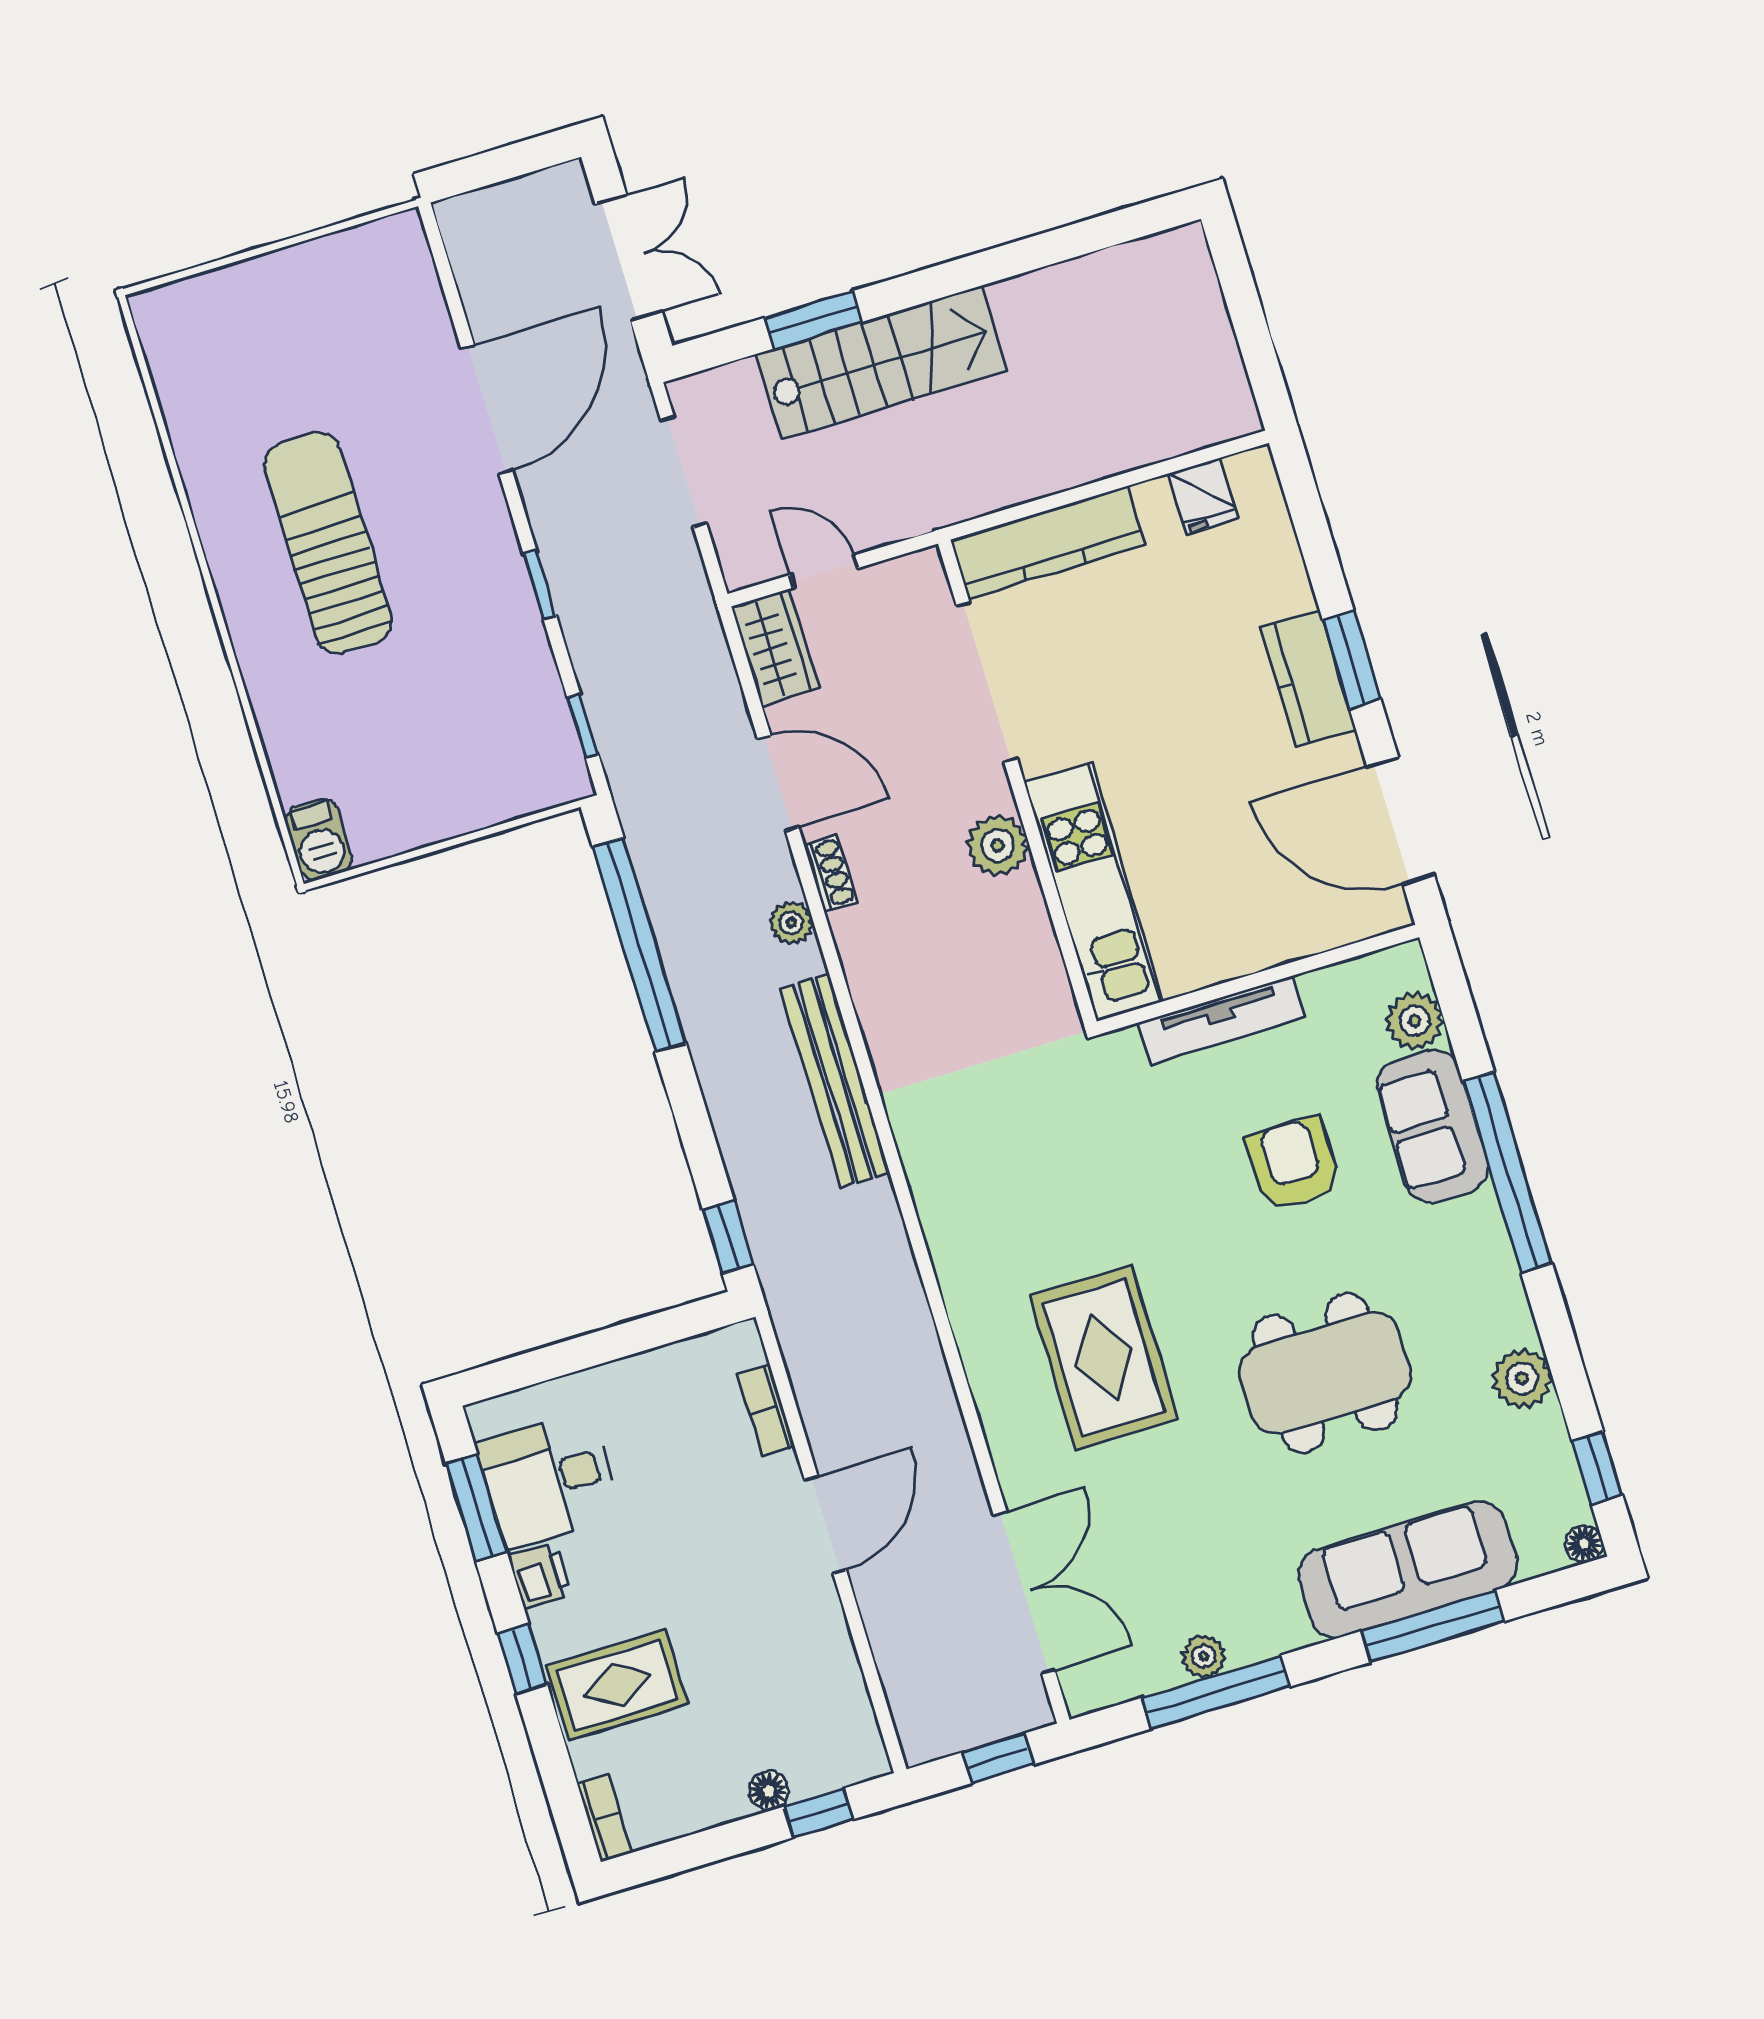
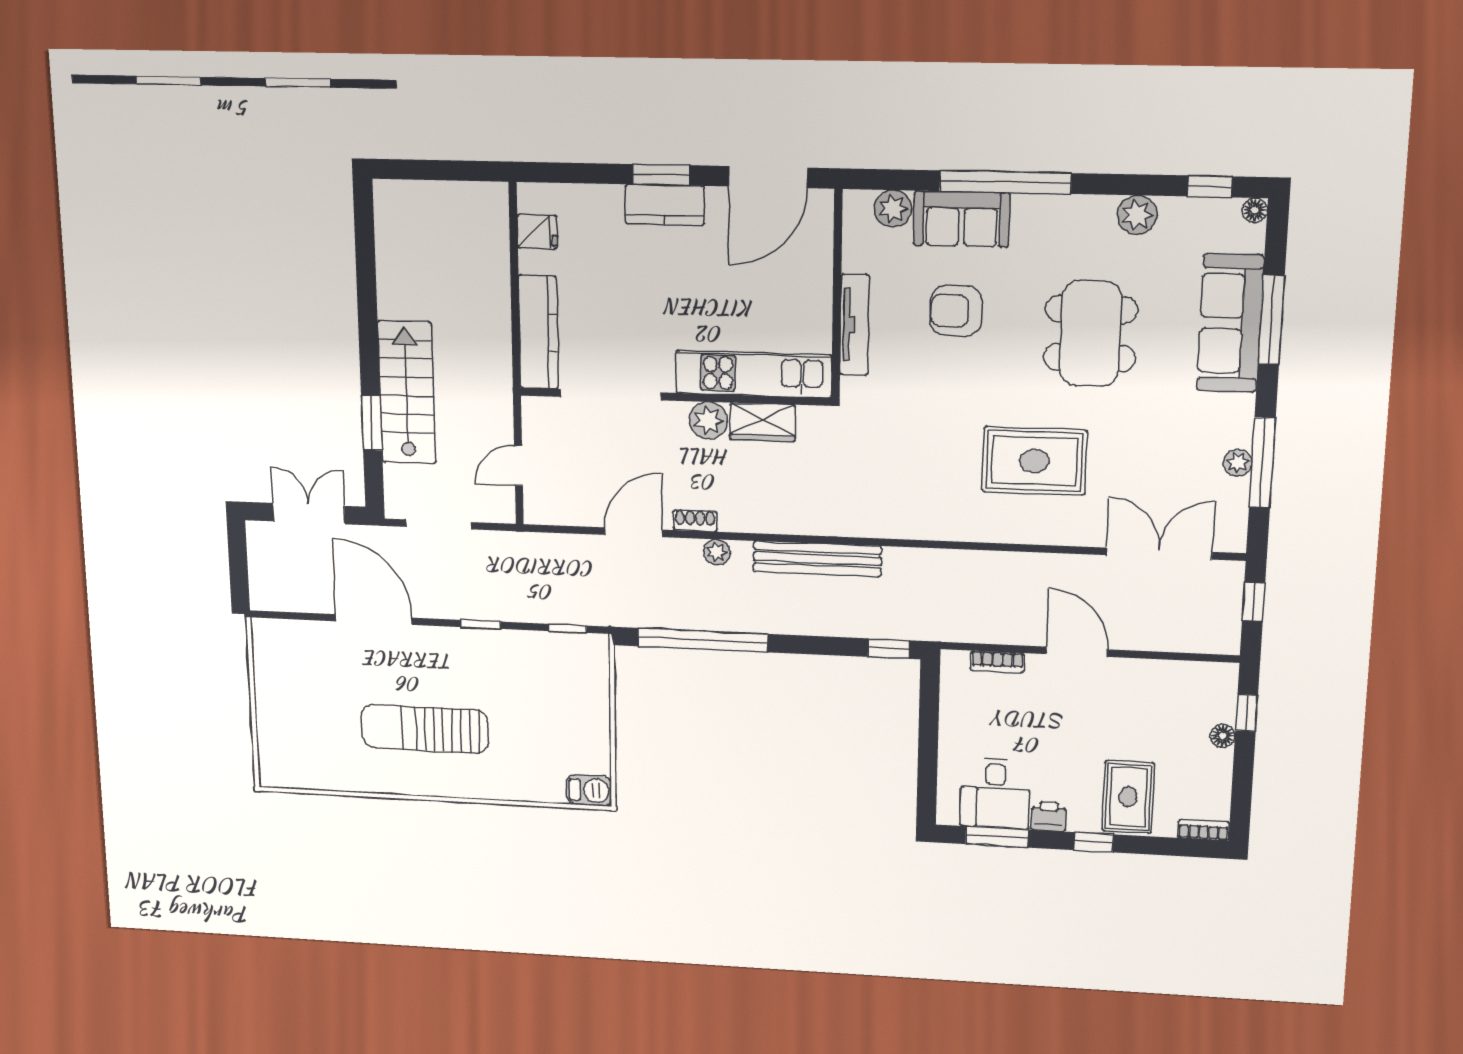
wardrobe: (776, 648) -> (763, 422), moved, turned 180

